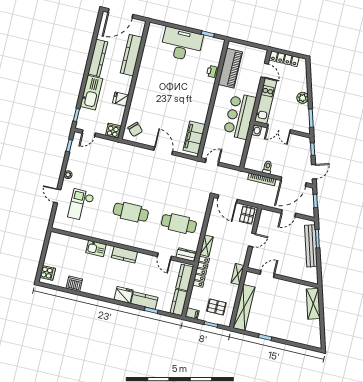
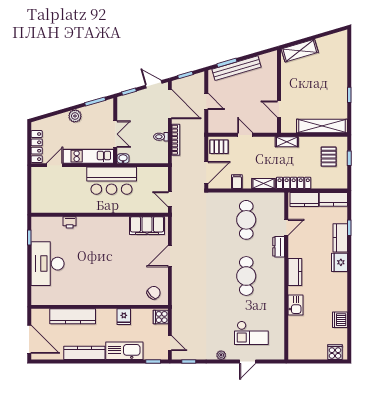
piano: (230, 68) -> (61, 204), removed
dresser: (186, 255) -> (279, 247), moved
filing cabinet: (192, 314) -> (237, 182), moved

